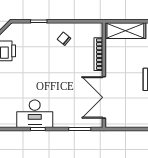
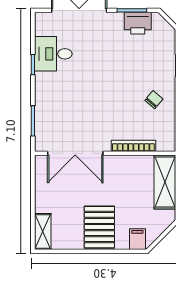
double door: (104, 97) -> (75, 153), swing flipped
desk: (35, 114) -> (53, 54), width x0.73

